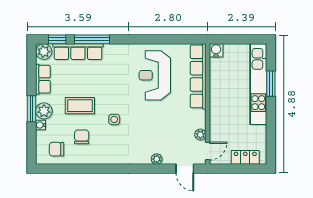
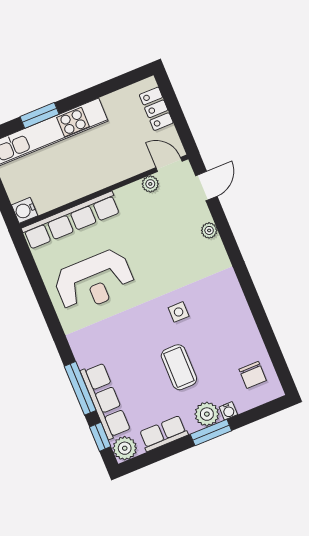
chair: (82, 137) -> (221, 347), removed

